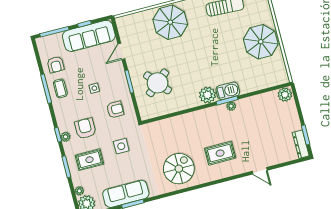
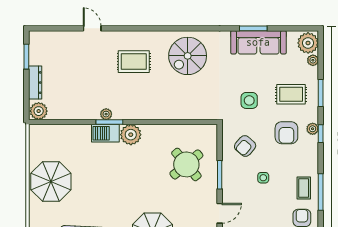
armchair: (115, 109) -> (245, 146), turned -49
dresser: (301, 144) -> (35, 83), moved

